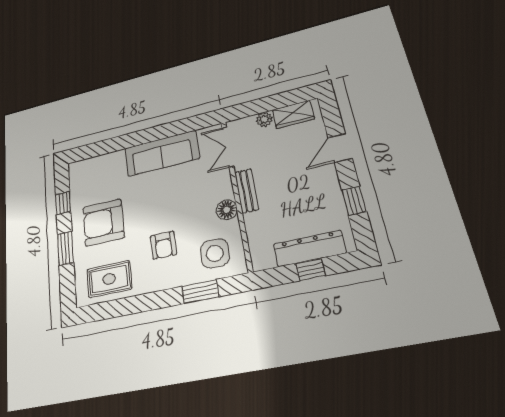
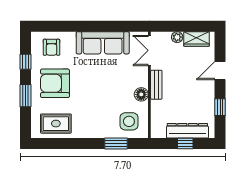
armchair: (163, 245) -> (51, 47), moved

